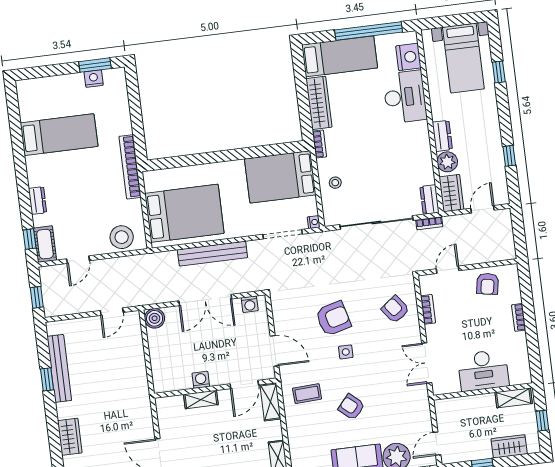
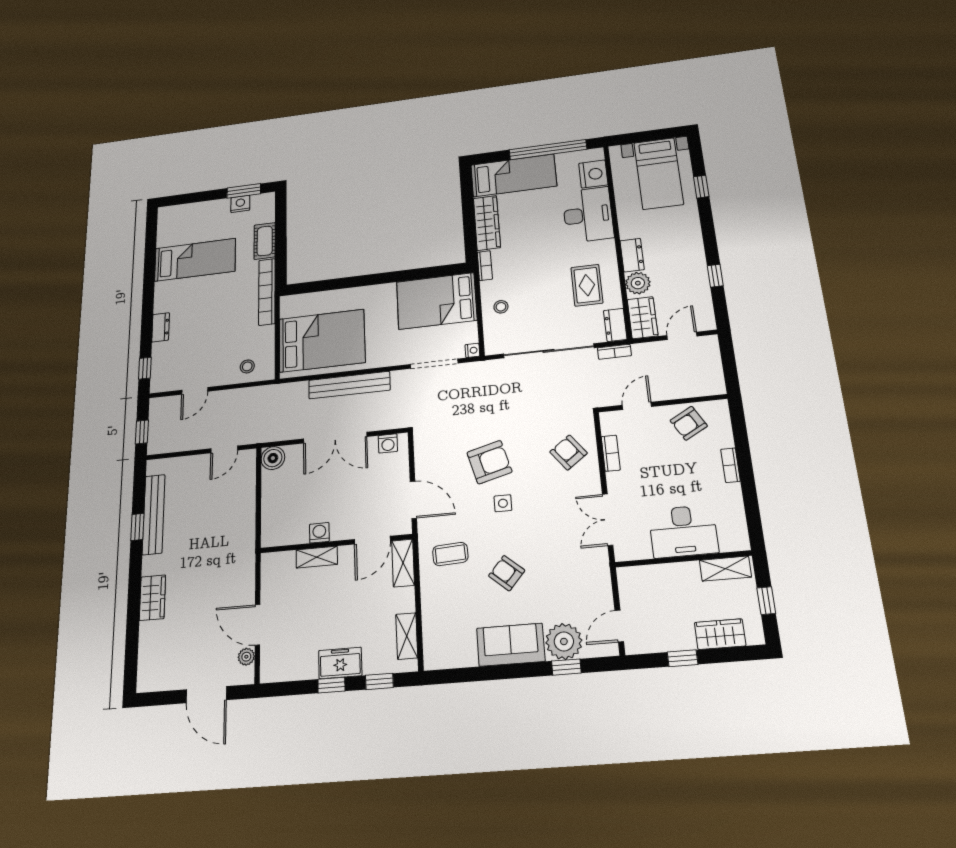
rug: (406, 163) -> (587, 285), added
stool: (122, 237) -> (247, 366), width x0.53, depth x0.53
cot: (45, 244) -> (265, 241), moved
armchair: (488, 284) -> (689, 423), turned 51

